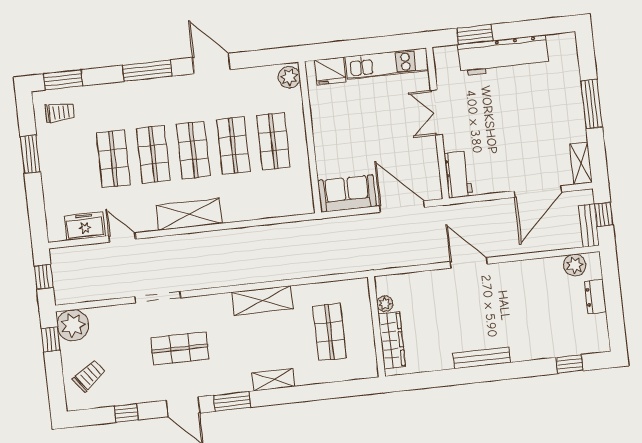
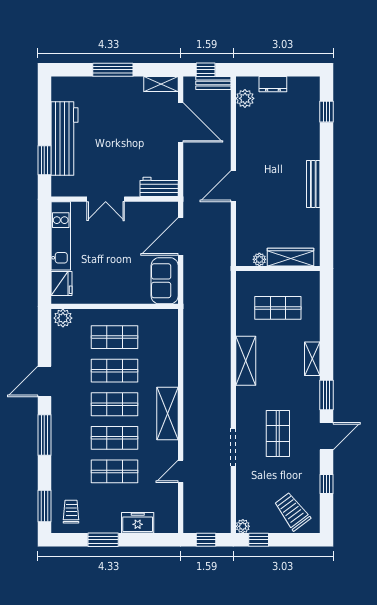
freezer: (85, 226) -> (138, 523), moved, turned 90
plant: (73, 325) -> (243, 526), width x0.53, depth x0.53
trolley: (89, 376) -> (292, 511), width x1.36, depth x1.39

